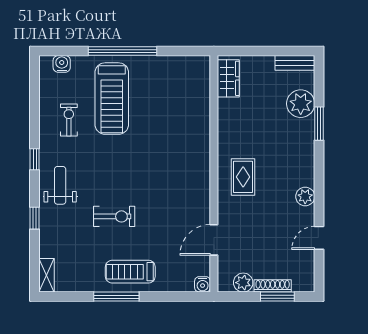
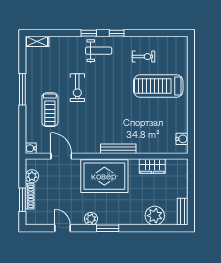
window: (122, 51) -> (191, 93), removed
water cooler: (62, 64) -> (182, 139), moved
wardrobe: (228, 78) -> (152, 166), moved
window: (319, 124) -> (108, 228), moved
bench: (203, 157) -> (118, 149), added
rug: (243, 177) -> (104, 176), width x1.86, depth x2.06
window: (35, 218) -> (89, 33), moved
treadmill: (130, 272) -> (50, 110), moved, turned 180

